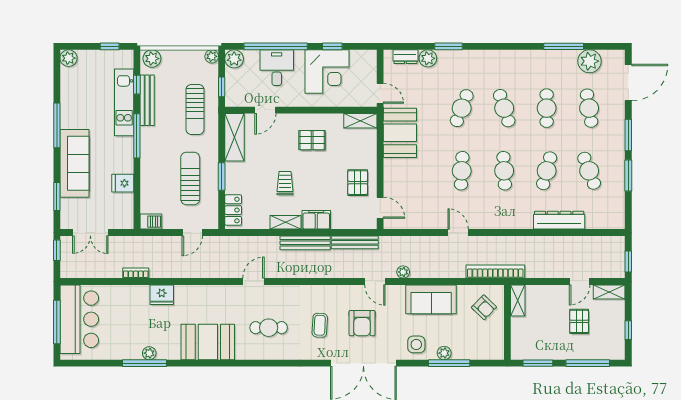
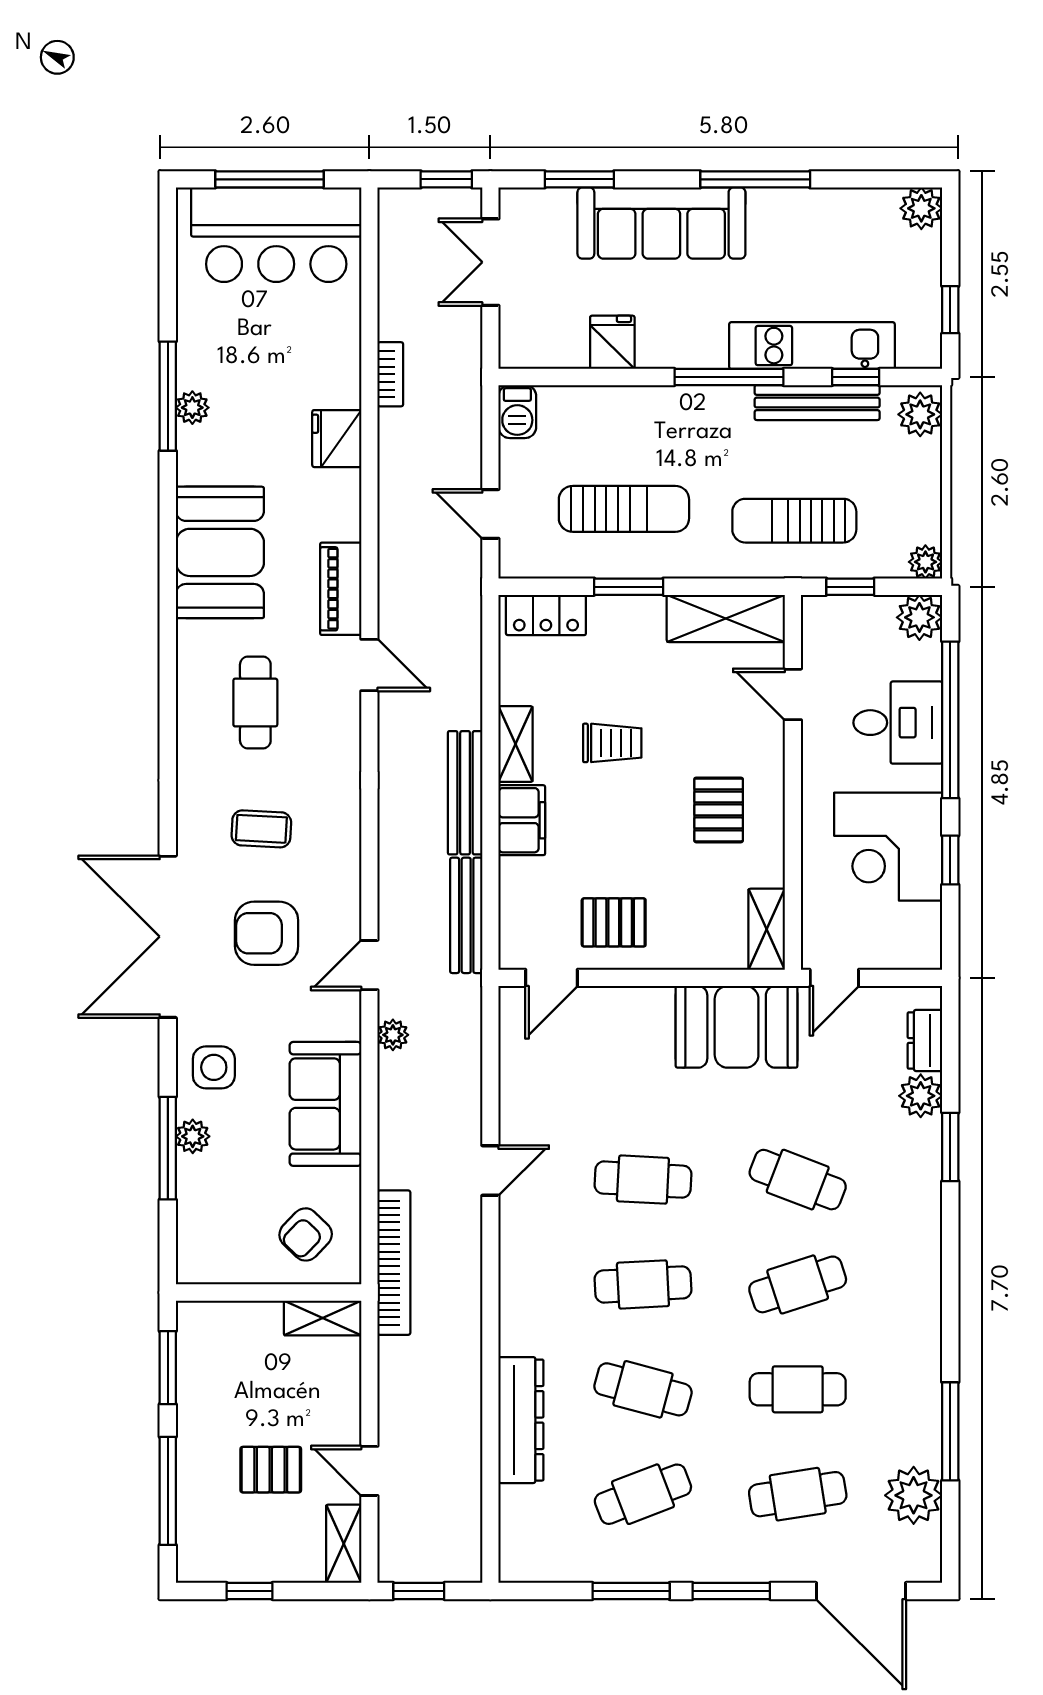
piano: (223, 293) -> (341, 589), added

